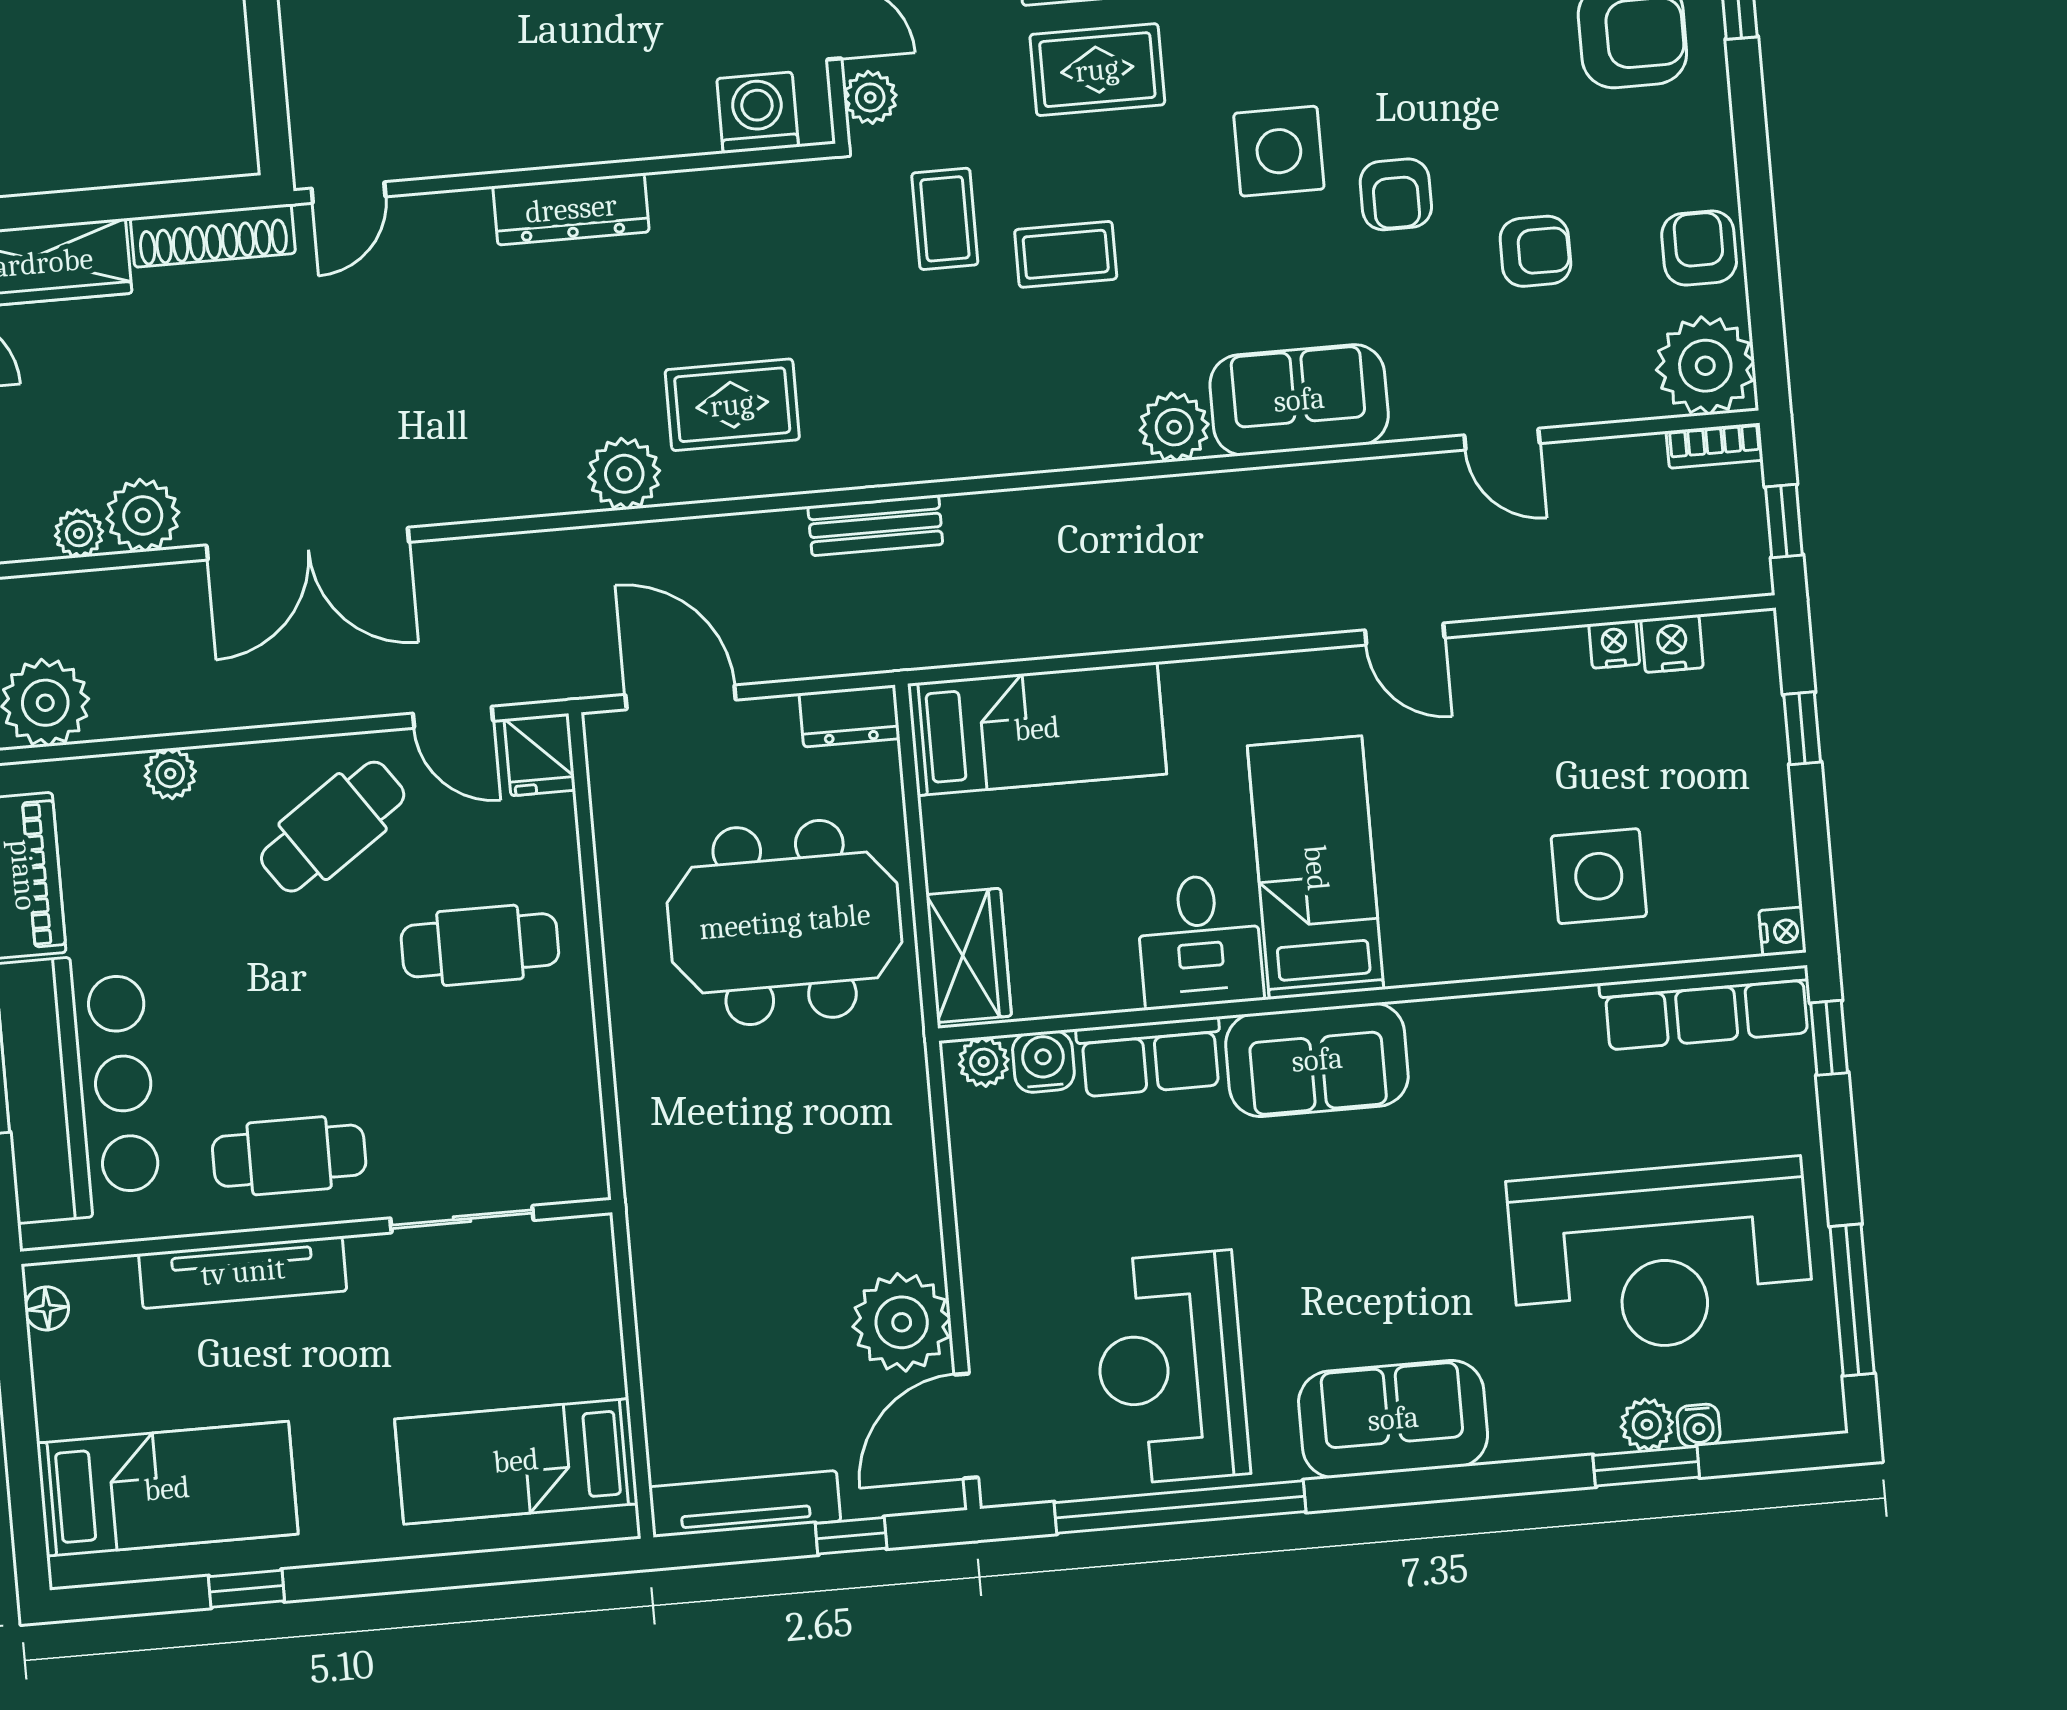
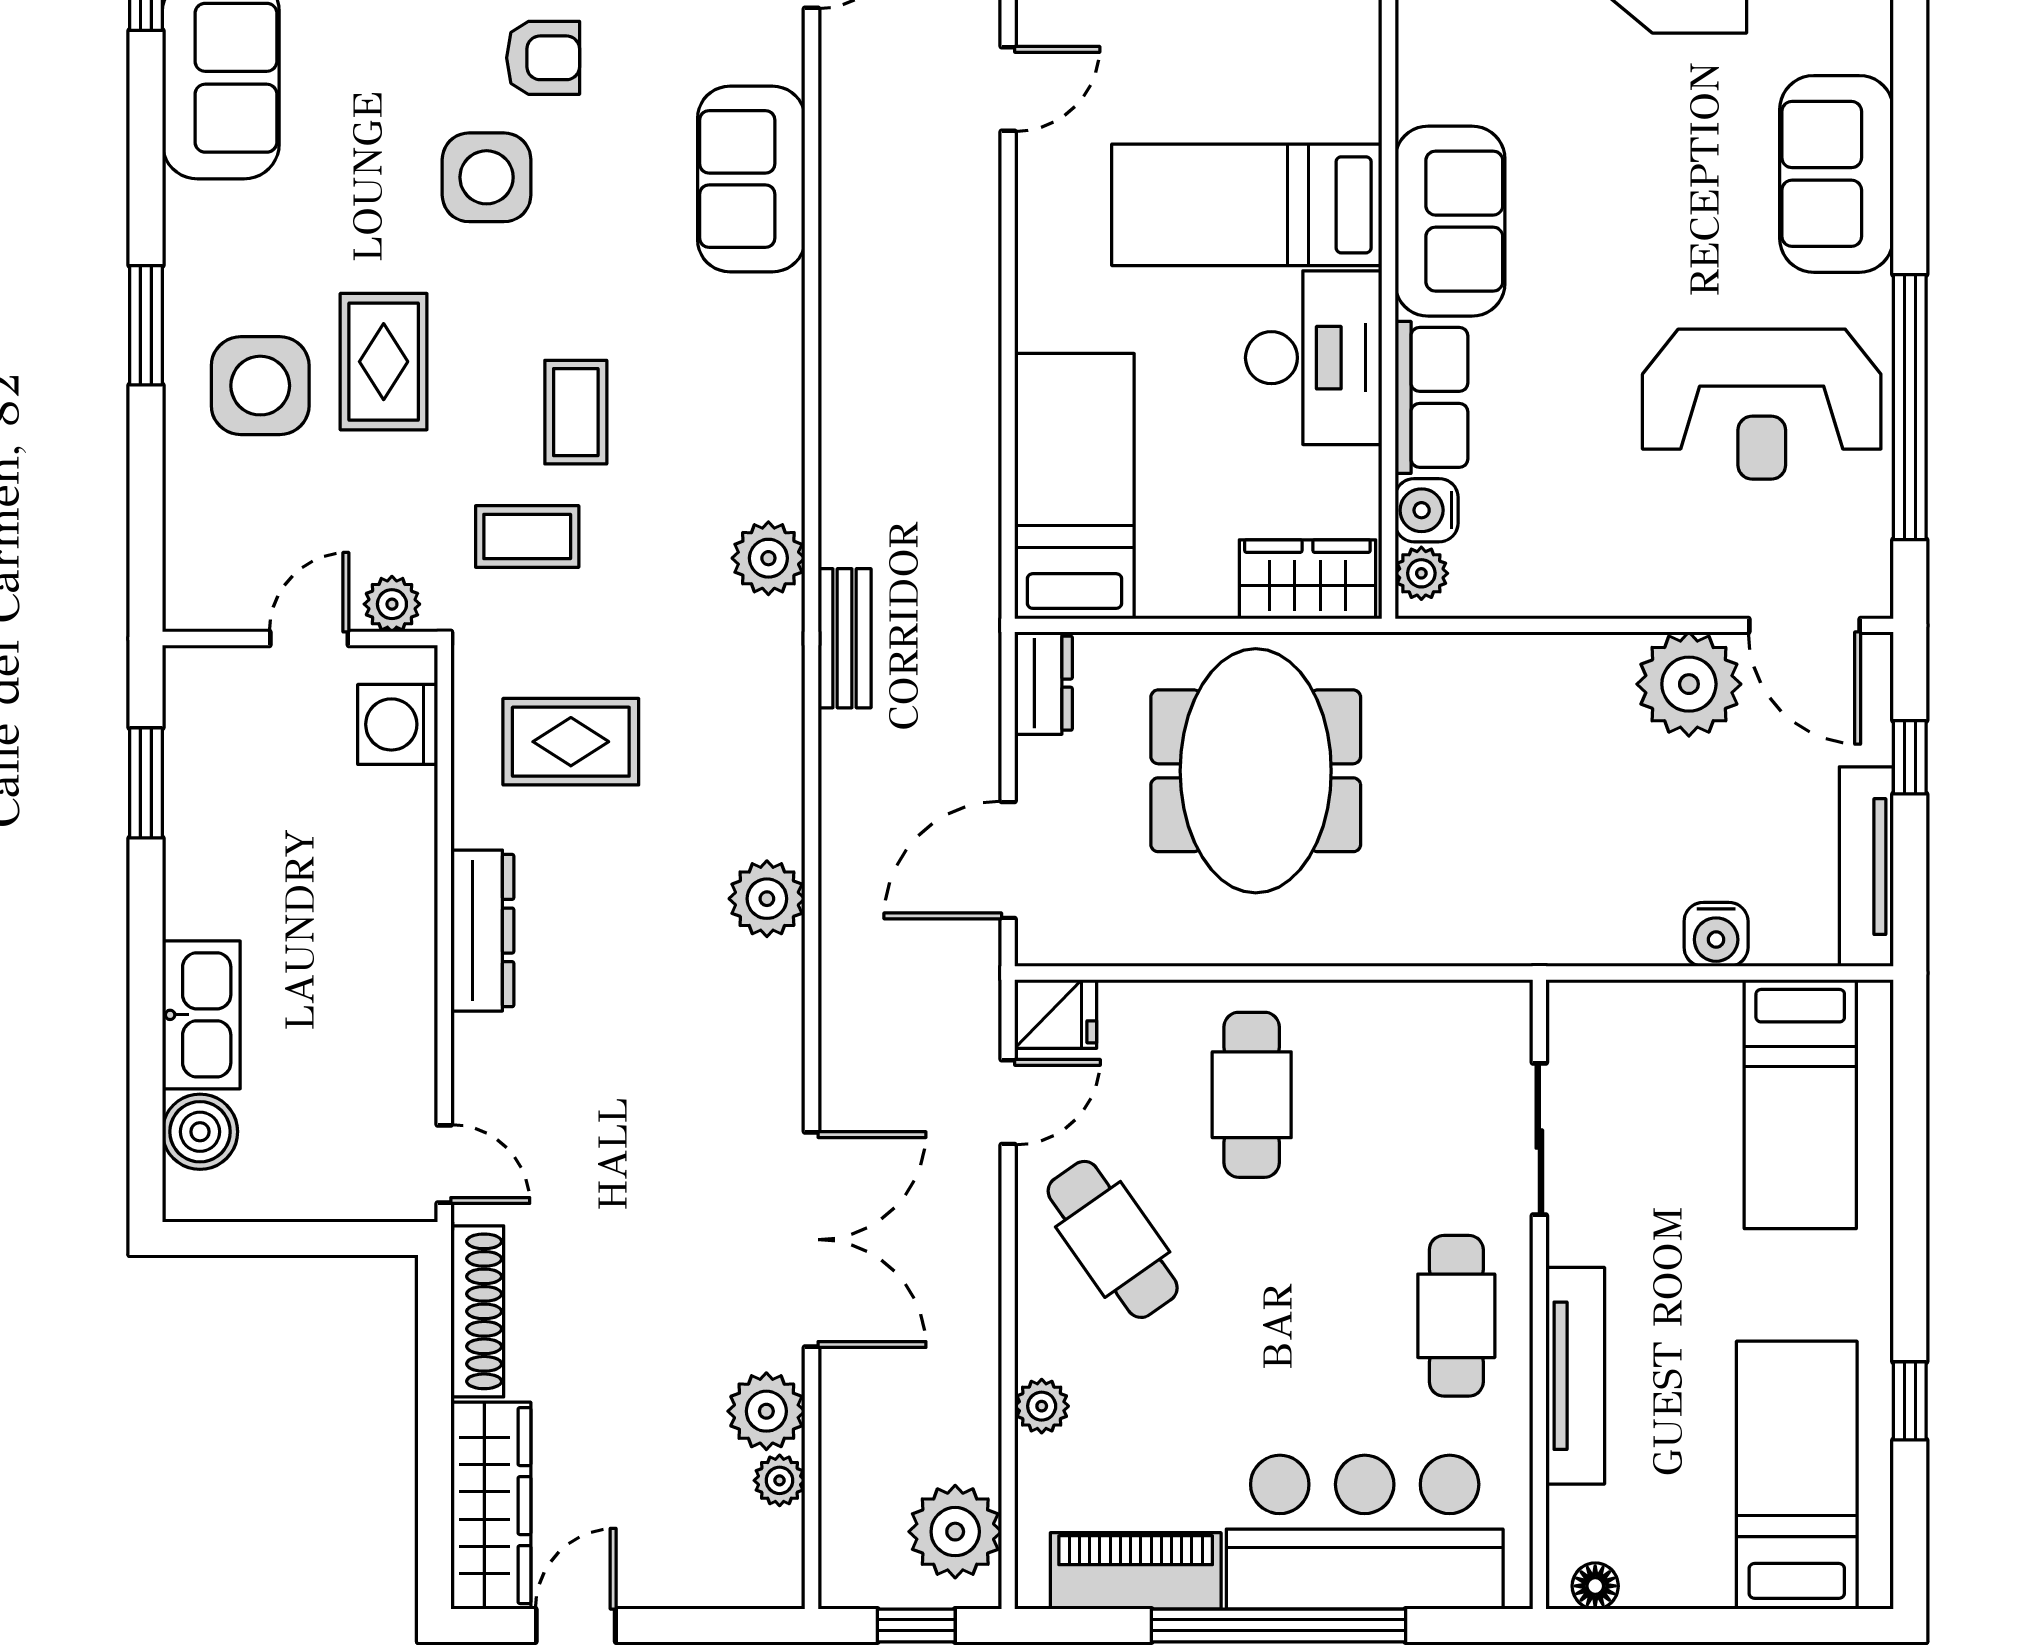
rug: (732, 405) -> (571, 742), moved, turned 90
plant: (1174, 427) -> (768, 558), moved
desk: (1200, 941) -> (1314, 358), width x1.37
water cooler: (669, 1368) -> (1716, 934), added

